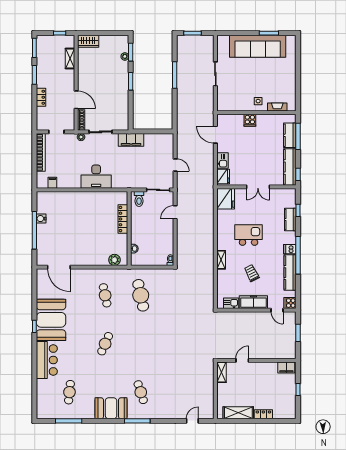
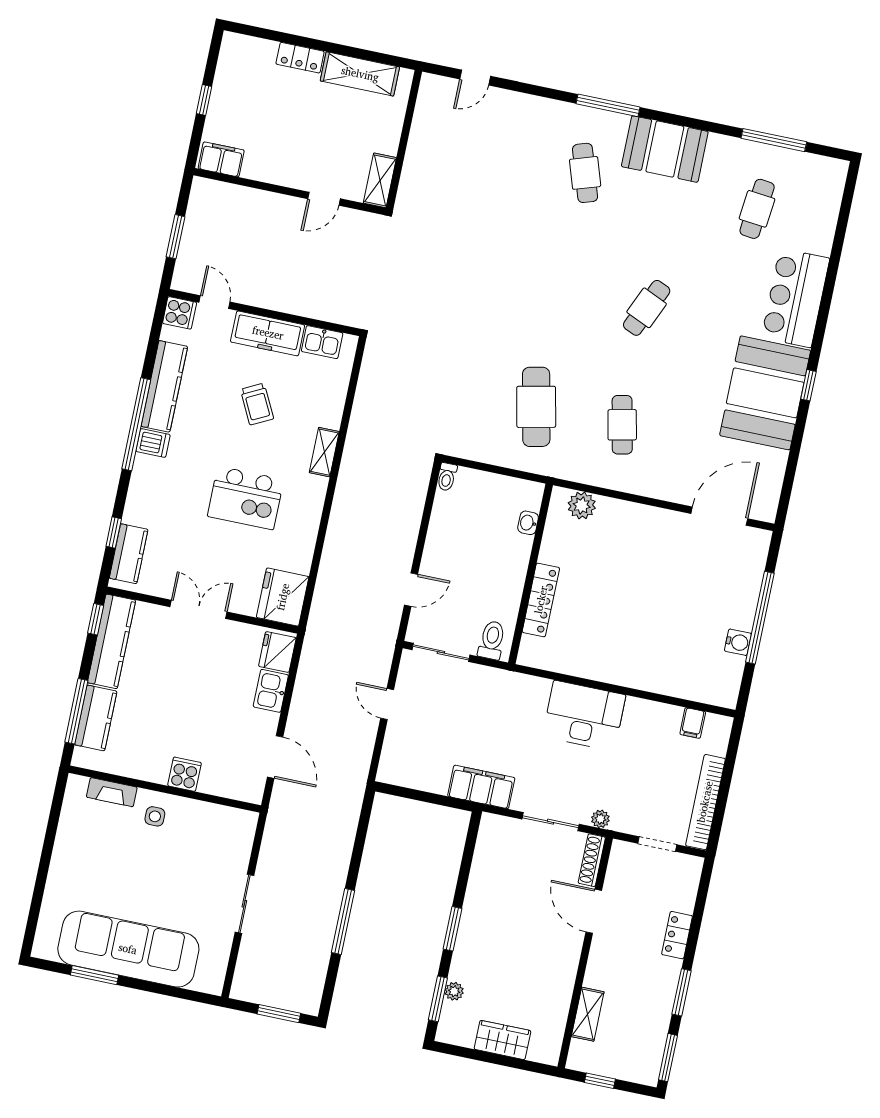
wardrobe: (88, 41) -> (502, 1040), moved
kitchen counter: (290, 220) -> (129, 554), moved
door: (59, 267) -> (719, 516), hinge flipped

